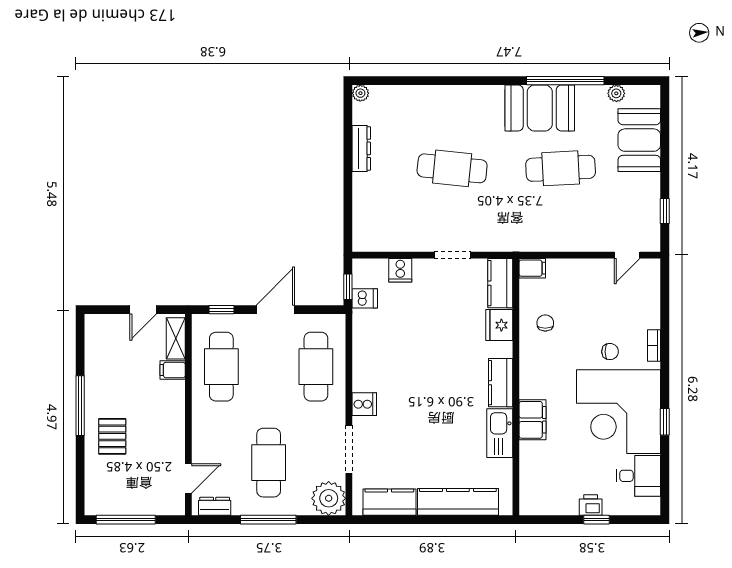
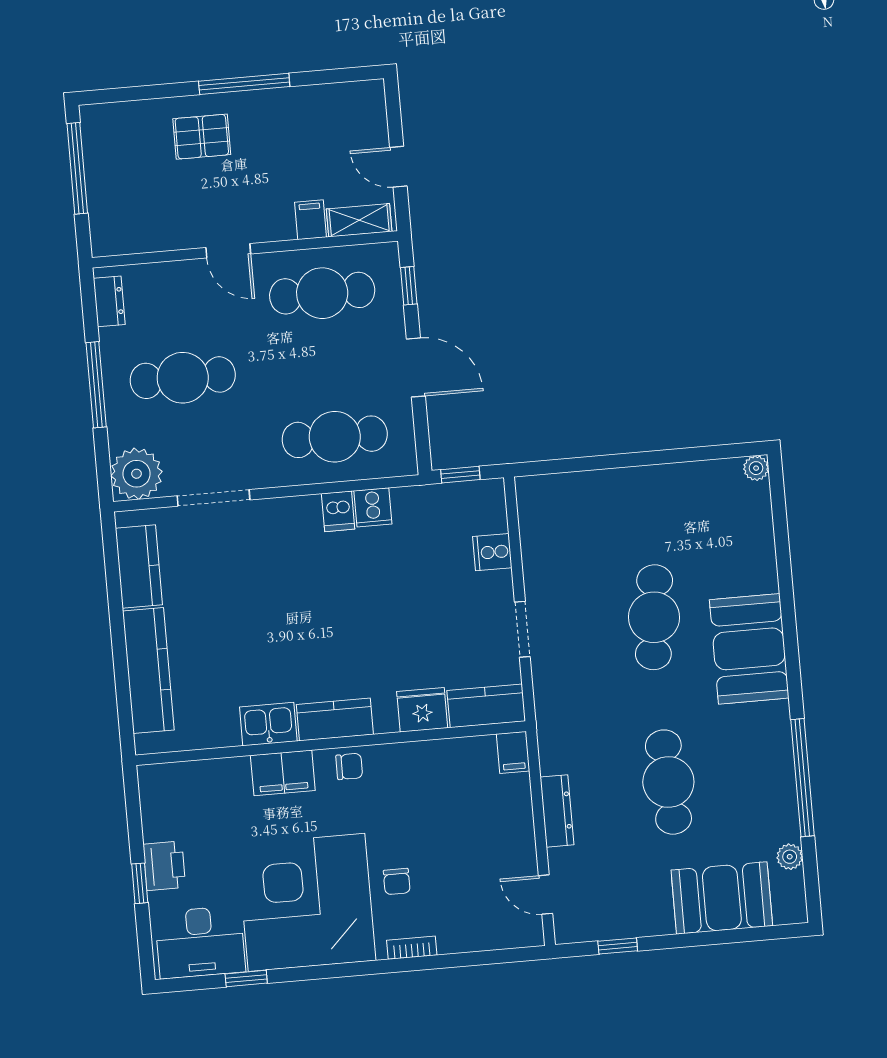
booth: (540, 108) -> (749, 649), moved
dresser: (361, 148) -> (557, 811), moved, turned -90
dishwasher: (365, 298) -> (338, 511), moved
chair: (545, 323) -> (349, 766), moved
cooker: (364, 404) -> (373, 507), moved
window: (665, 422) -> (246, 978), moved
kitchen sink: (500, 433) -> (268, 724), width x0.73
desk: (638, 476) -> (200, 942), width x1.37
door: (188, 478) -> (228, 251), moved
printer: (591, 505) -> (164, 866), width x1.36, depth x1.24

